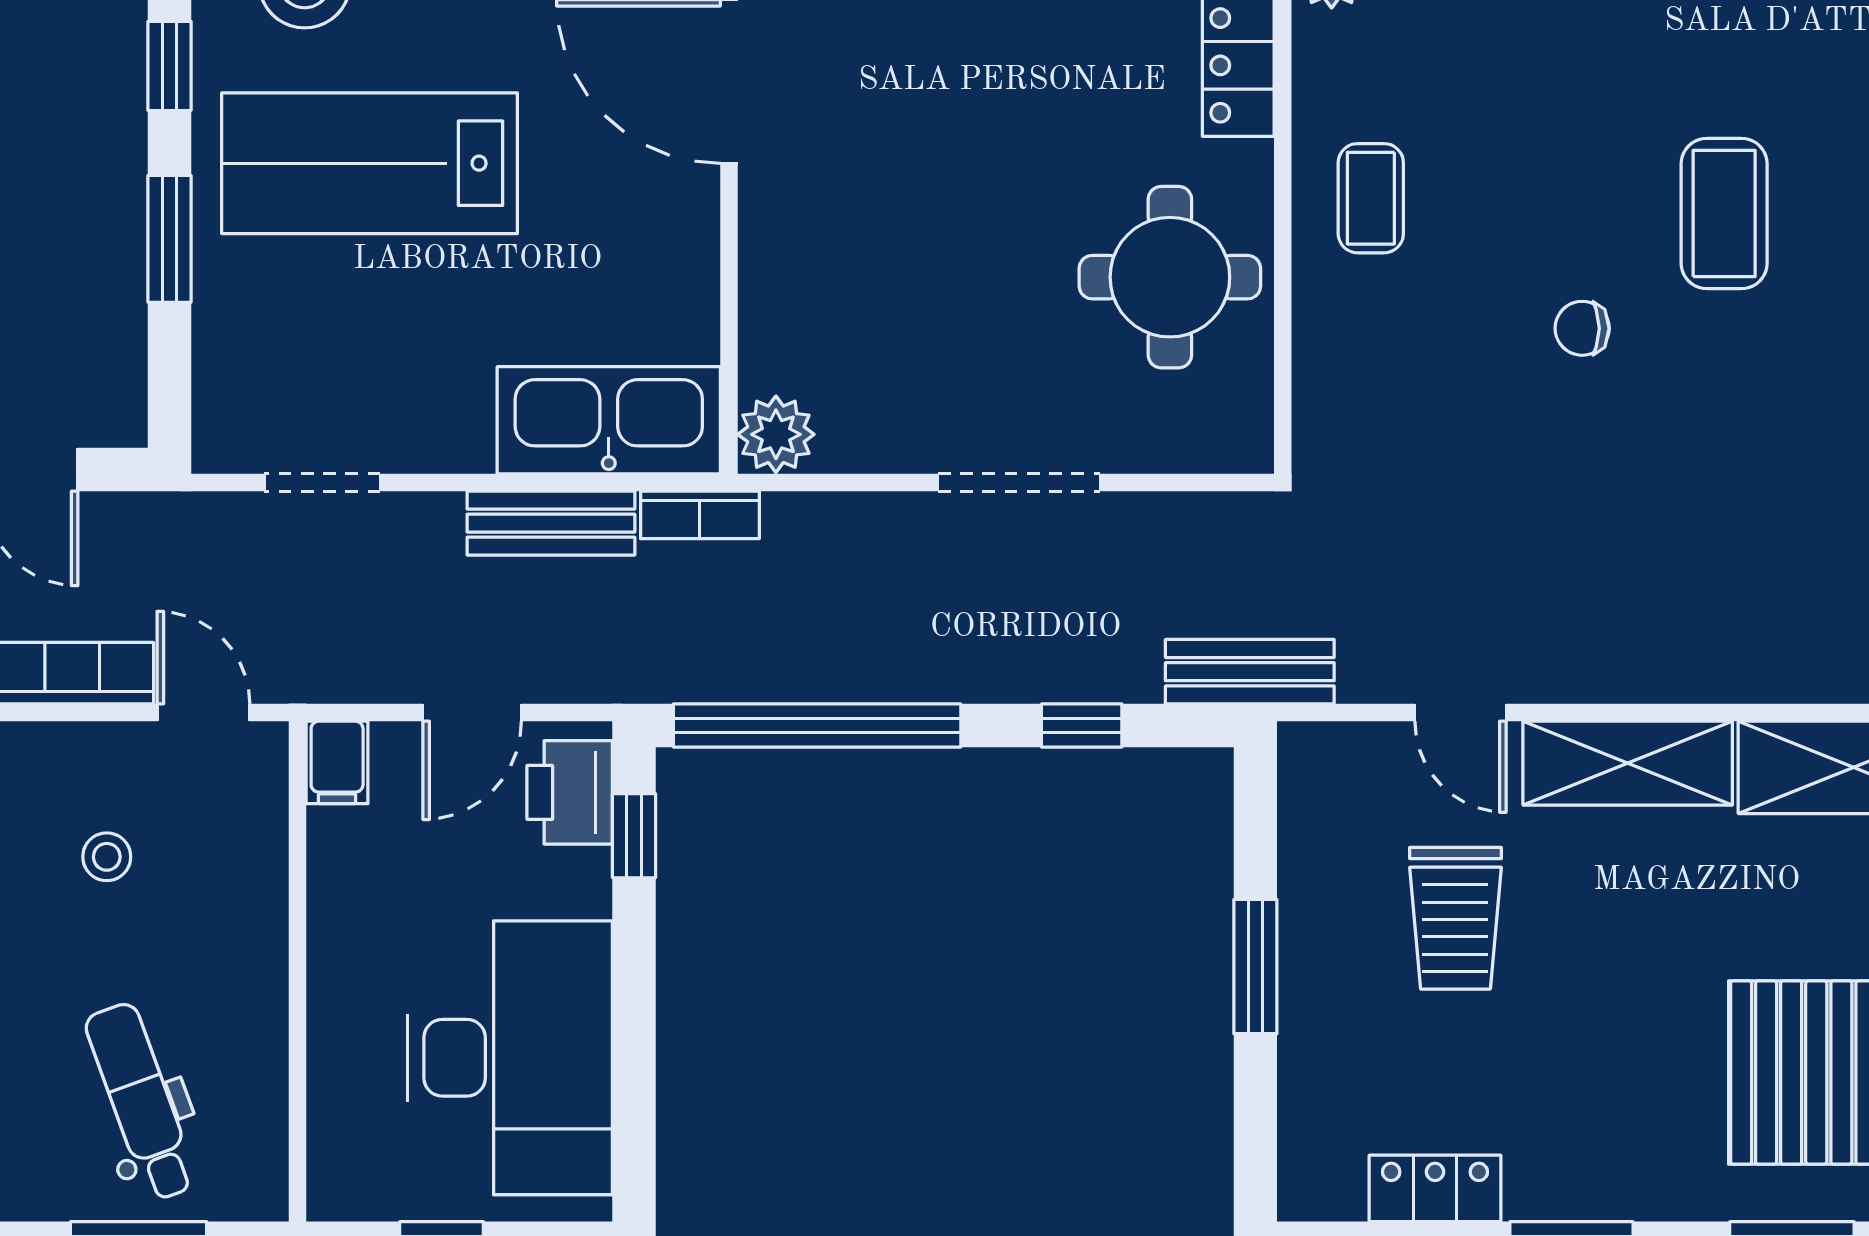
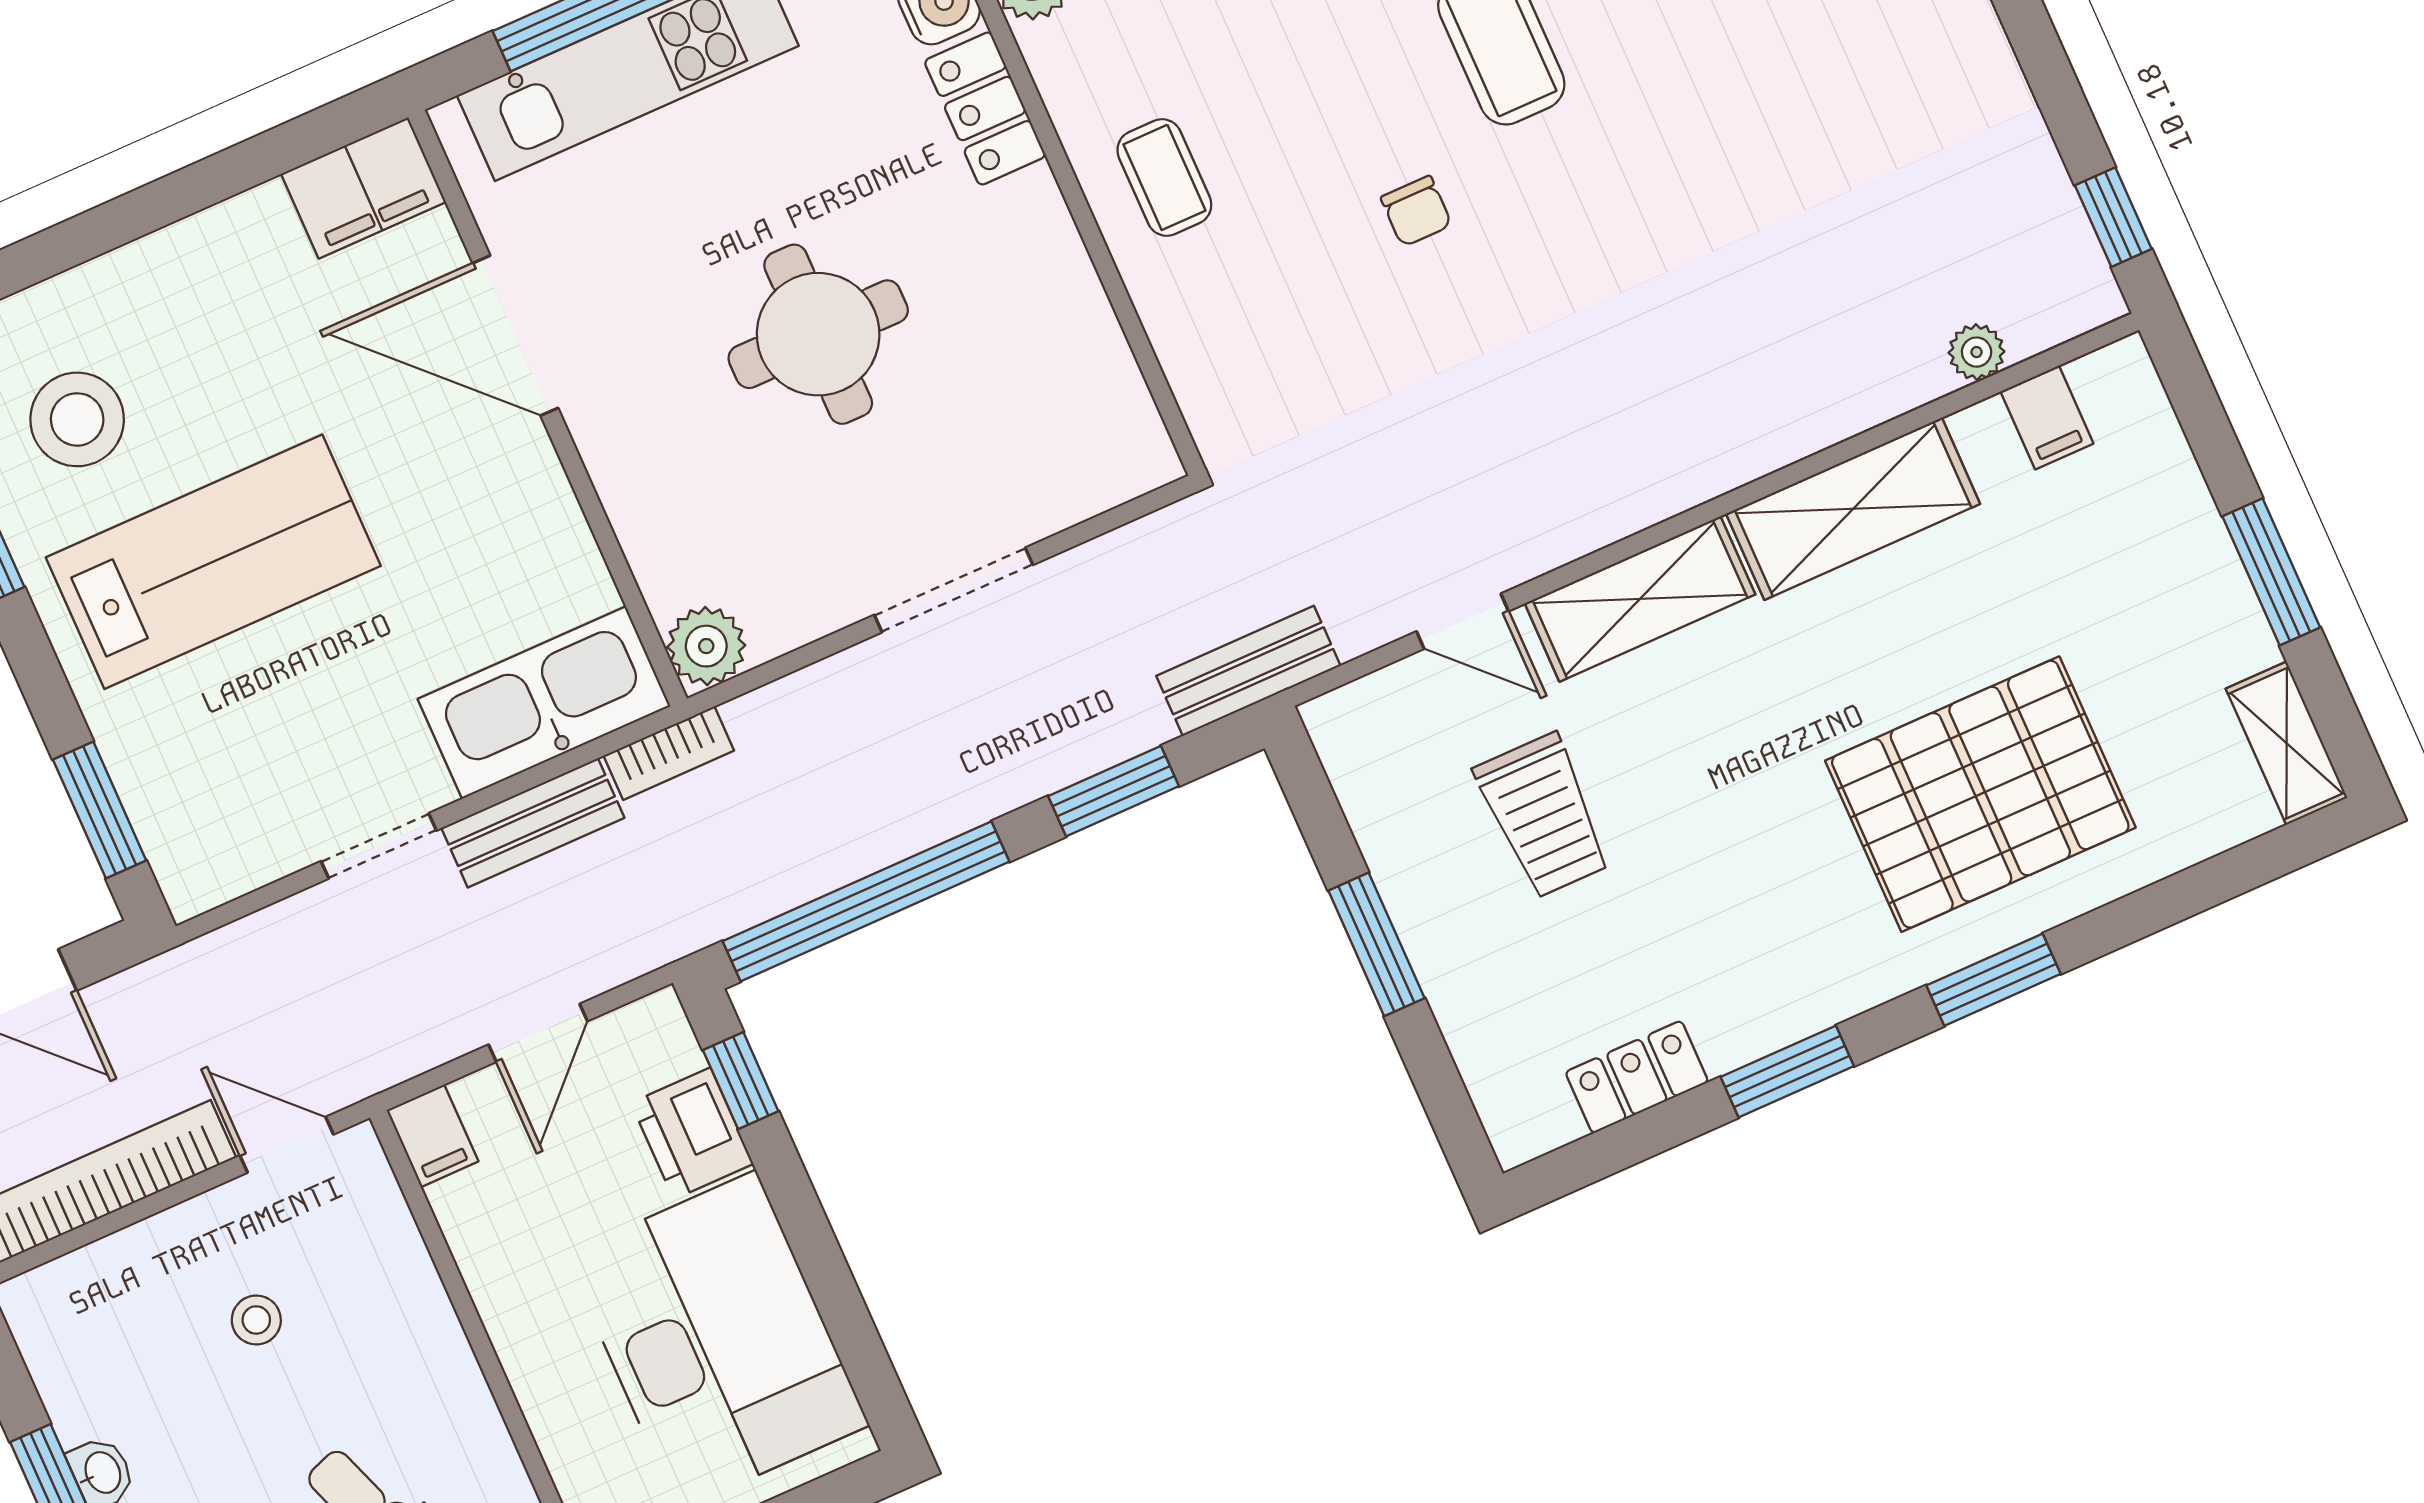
lab bench: (370, 163) -> (213, 562), turned 180
window: (169, 239) -> (100, 810), moved
round table: (1170, 277) -> (818, 334), moved
chair: (1582, 328) -> (1416, 211), turned -90
doorway: (322, 482) -> (379, 846), moved
window: (1082, 726) -> (1114, 791), width x1.50
printer: (570, 792) -> (692, 1133), moved

